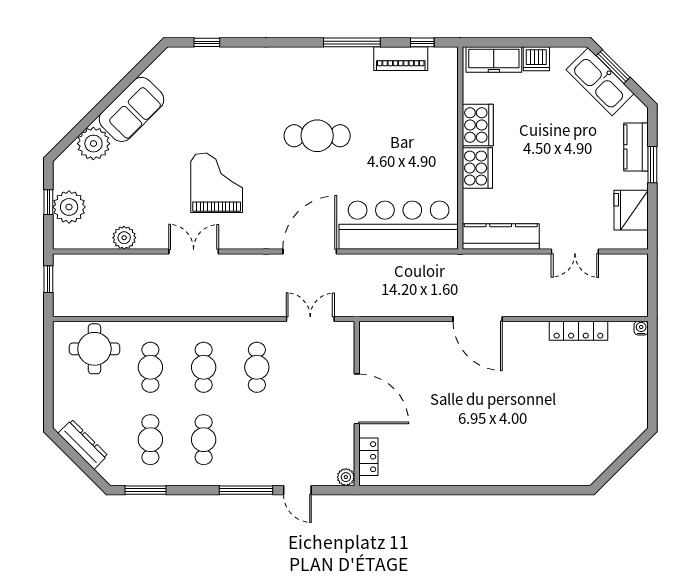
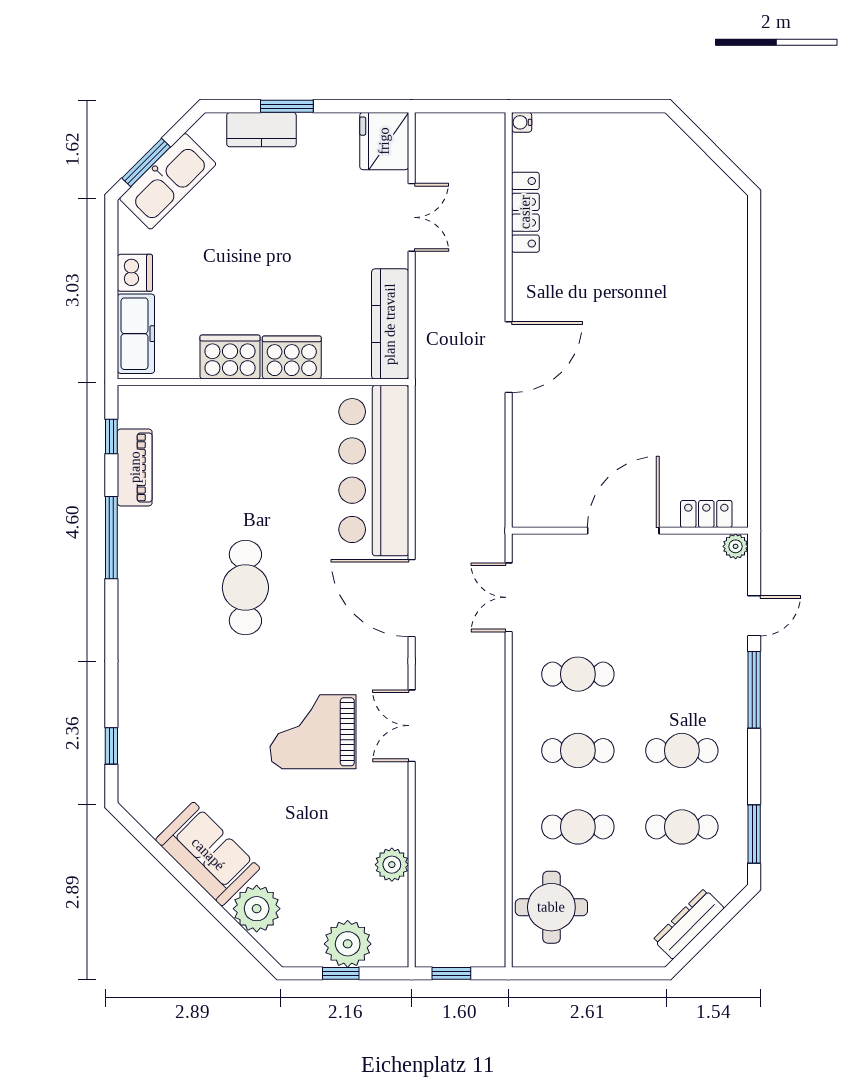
fridge: (631, 210) -> (384, 141), moved, turned 90
double door: (194, 251) -> (412, 726), moved

